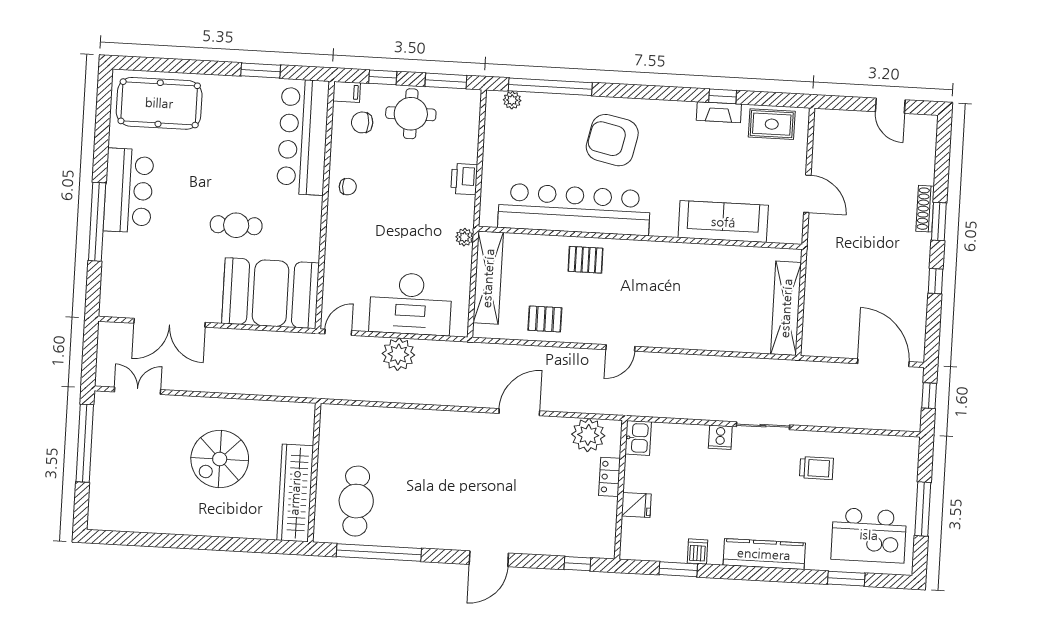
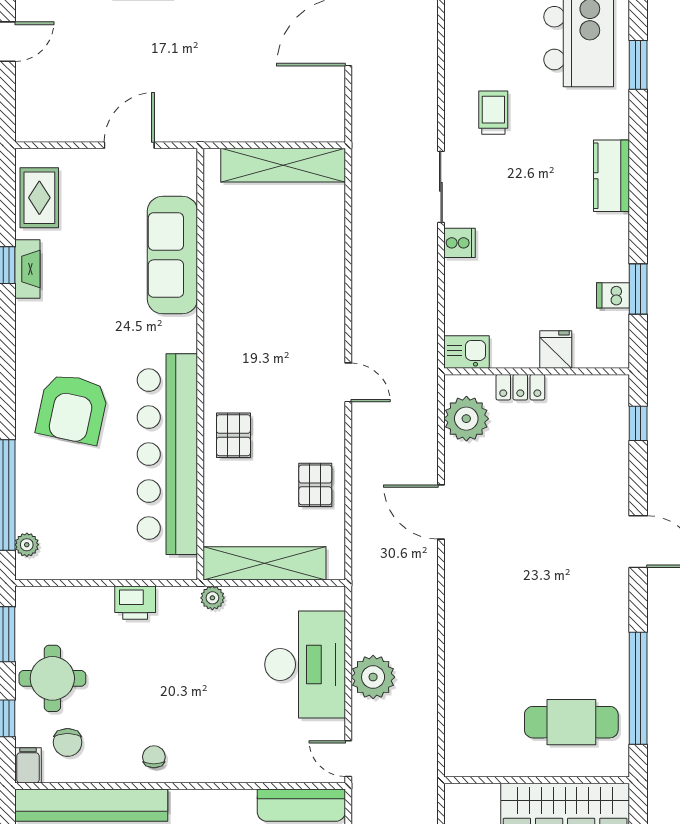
dishwasher: (697, 551) -> (613, 295), moved
kitchen counter: (764, 554) -> (611, 176), width x0.67

